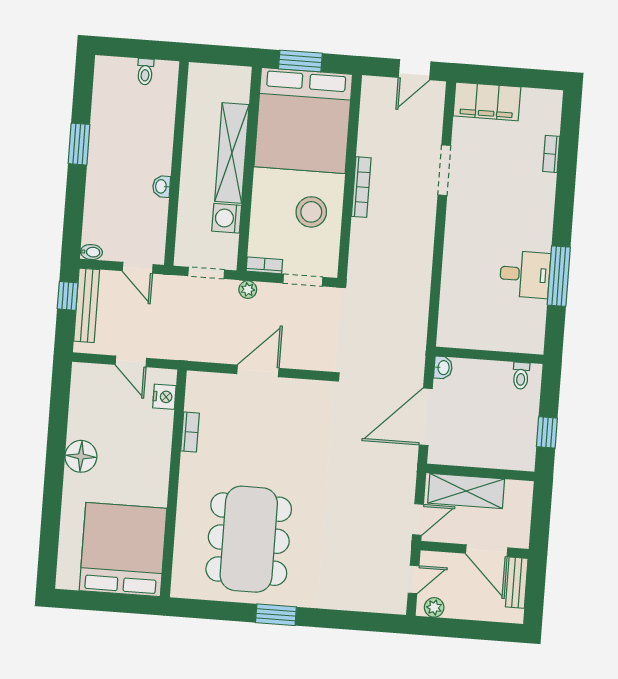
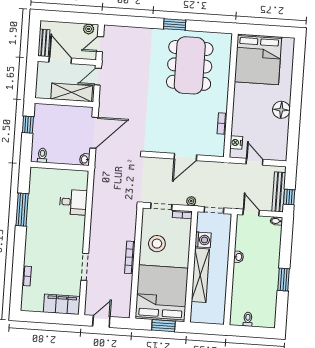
desk: (525, 274) -> (73, 202), moved, turned 180

